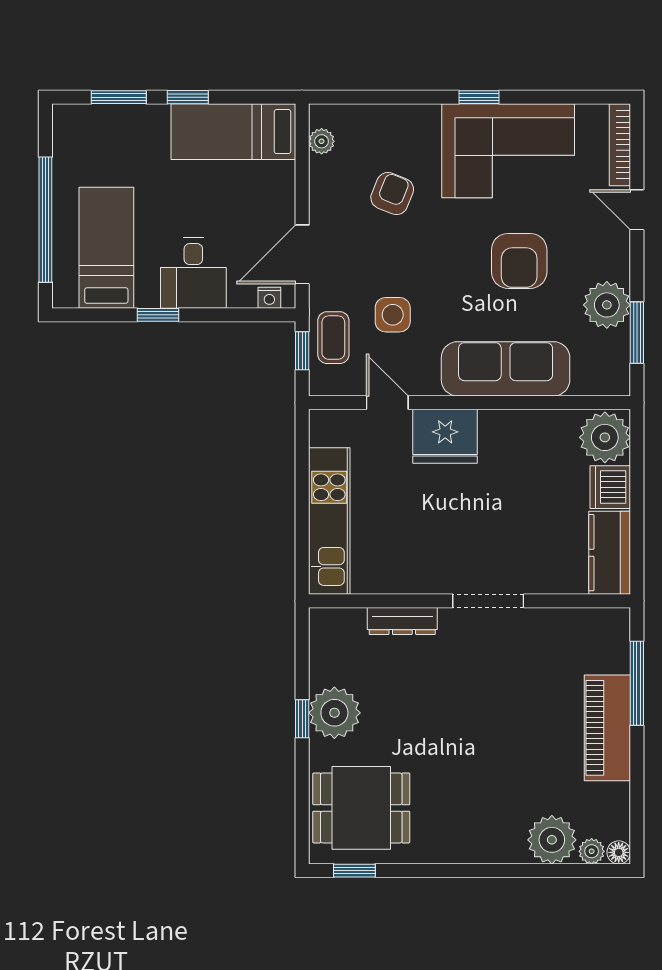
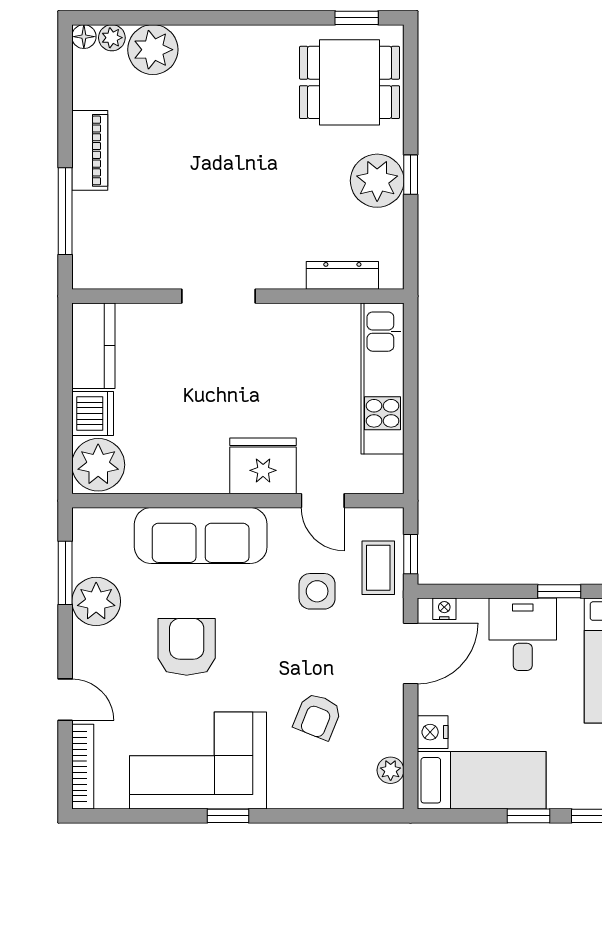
nightstand: (281, 178) -> (433, 732), added
dresser: (402, 621) -> (342, 275), moved
piano: (607, 728) -> (90, 150), width x0.73, depth x0.75

